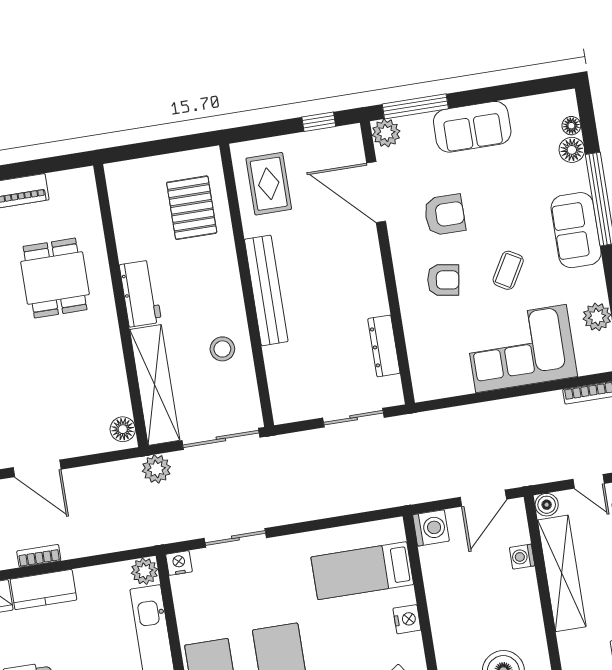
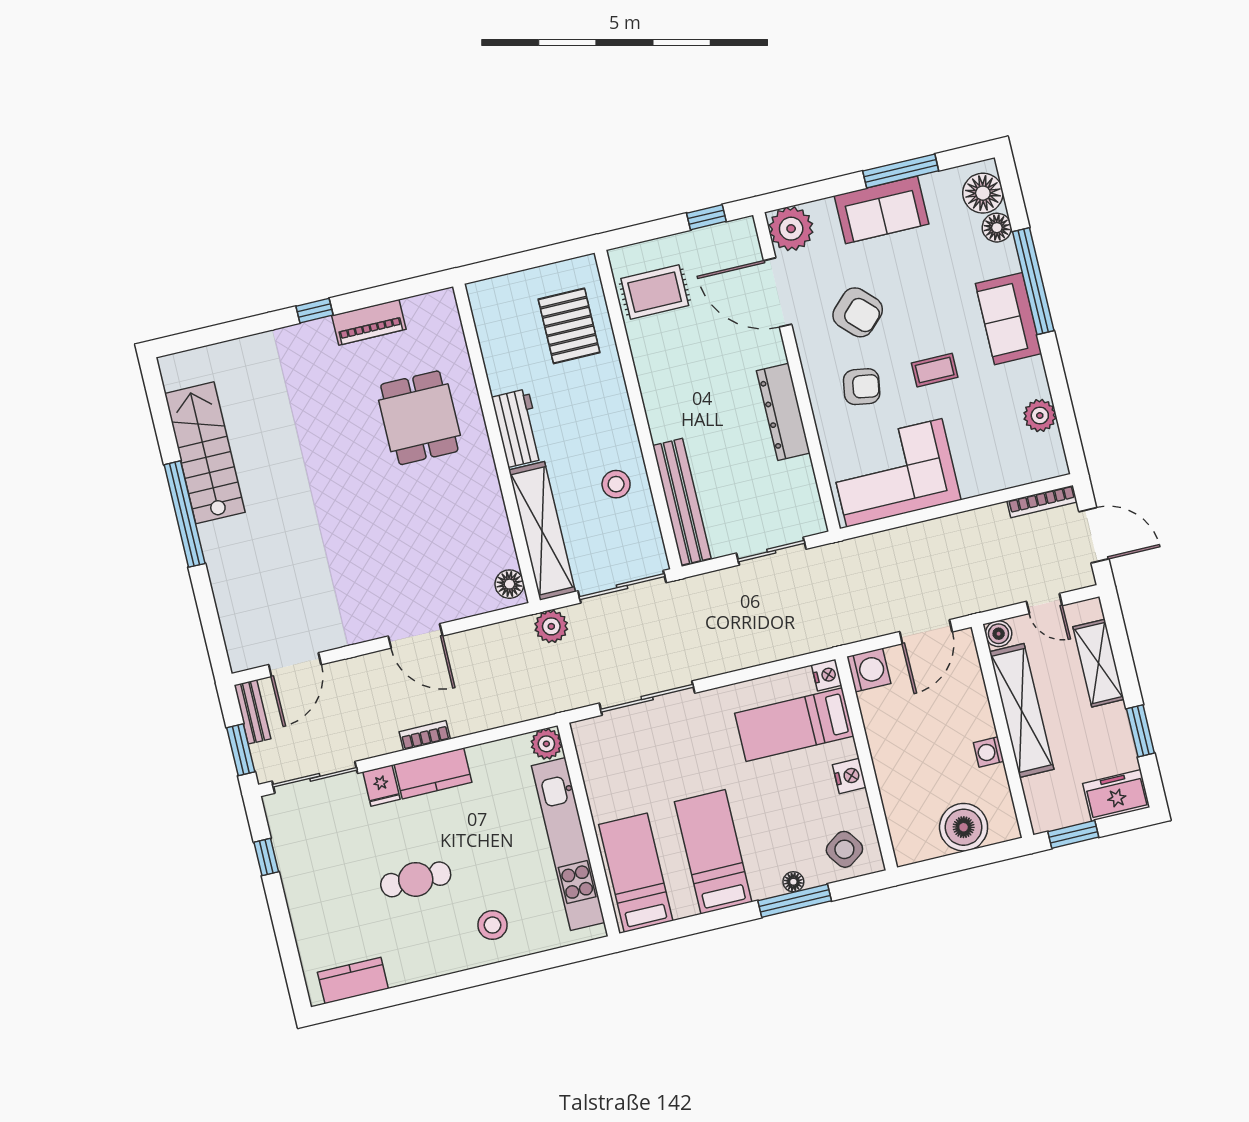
window: (415, 106) -> (901, 171), moved
floor lamp: (571, 126) -> (983, 193), width x1.89, depth x1.89
plant: (386, 133) -> (791, 229), width x1.36, depth x1.36
rug: (269, 184) -> (655, 292), turned 90
armchair: (445, 215) -> (858, 312), turned 45
coffee table: (508, 270) -> (935, 370), turned 60
bench: (266, 290) -> (682, 502), moved
dresser: (384, 346) -> (783, 412), moved, width x1.37, depth x1.24
corner sofa: (521, 349) -> (894, 473), moved
sliding door: (235, 538) -> (647, 698), width x1.37
washing machine: (522, 557) -> (989, 752), moved
nightstand: (179, 563) -> (827, 675), moved, turned 90

